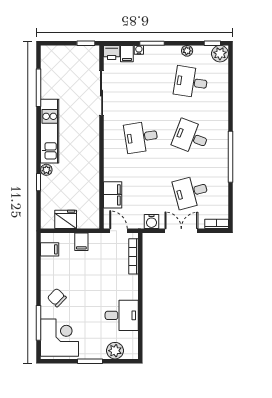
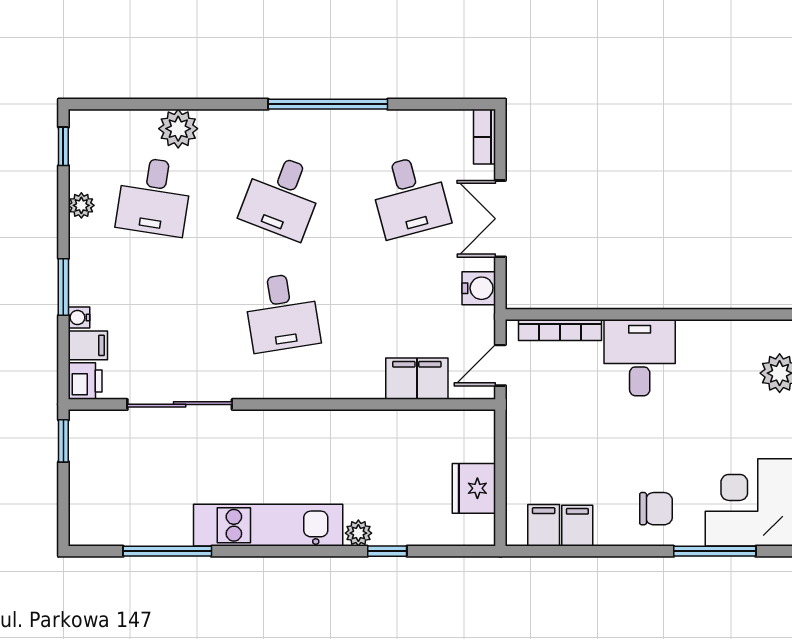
plant: (220, 54) -> (178, 129), moved
filing cabinet: (81, 242) -> (577, 526), moved, turned -90
chair: (57, 298) -> (656, 509), turned -134
desk: (122, 315) -> (640, 358), moved

